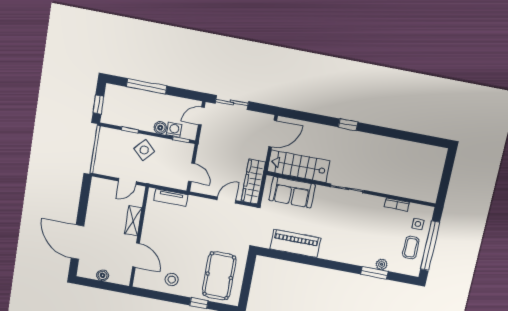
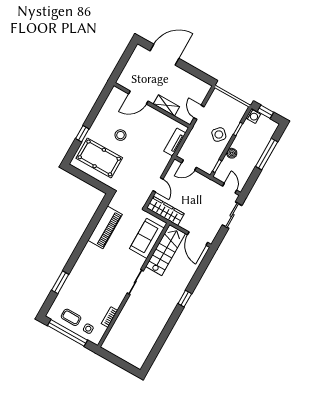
washing machine: (174, 130) -> (253, 116), moved
plant: (382, 264) -> (65, 290), removed
boiler: (103, 275) -> (131, 65), removed
stool: (172, 280) -> (120, 135), moved

